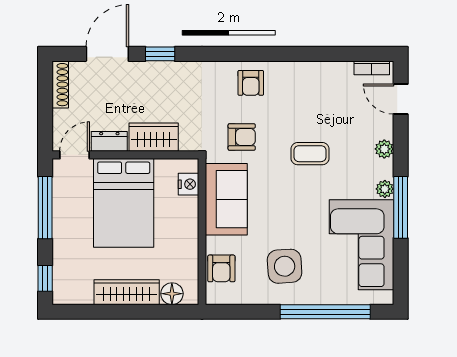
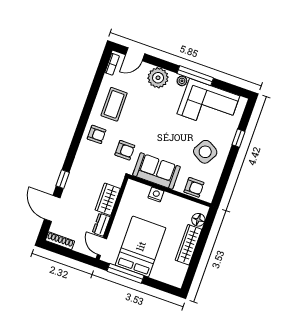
armchair: (242, 137) -> (125, 150), turned 90
plant: (384, 149) -> (158, 78), width x1.87, depth x1.87
coffee table: (310, 154) -> (114, 104), moved, width x1.36, depth x1.30
nightstand: (188, 184) -> (156, 195), moved
bed: (124, 203) -> (141, 246), moved, turned -90
side table: (285, 266) -> (205, 152), turned 34
window: (45, 278) -> (165, 287), removed
window: (325, 312) -> (238, 138), width x0.32

